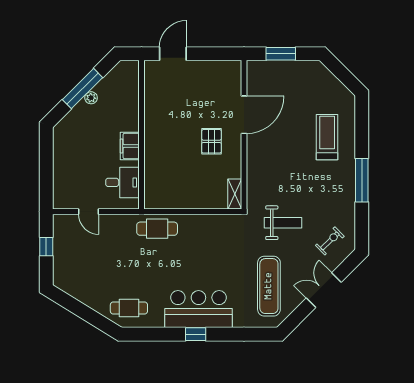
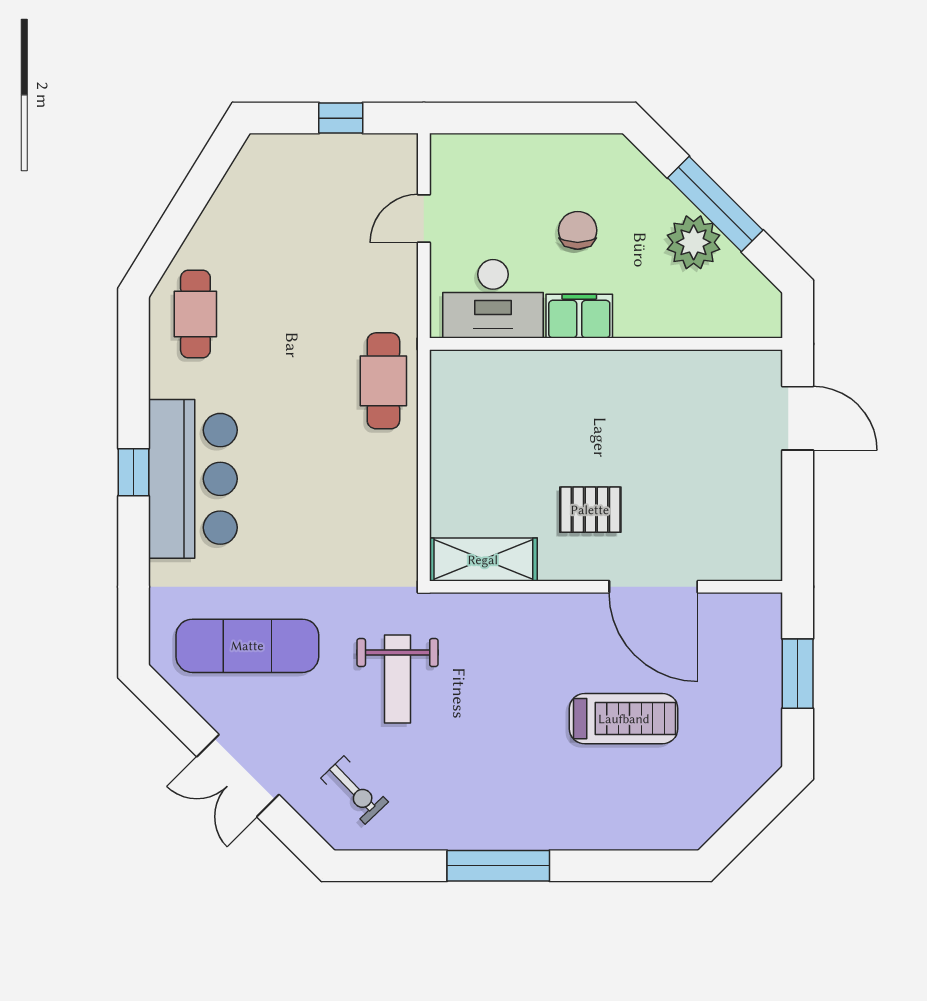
plant: (91, 98) -> (694, 242), width x1.87, depth x1.87
treadmill: (327, 137) -> (624, 719), moved
chair: (94, 147) -> (578, 230), added
desk: (122, 182) -> (493, 299), width x1.37
shelving: (235, 194) -> (483, 560), width x1.50, depth x1.33
double door: (324, 290) -> (238, 776), swing flipped

